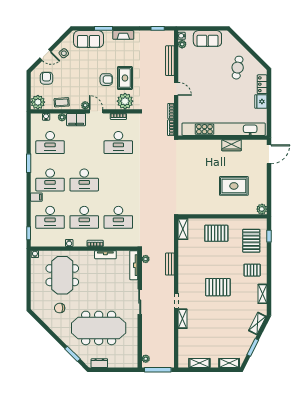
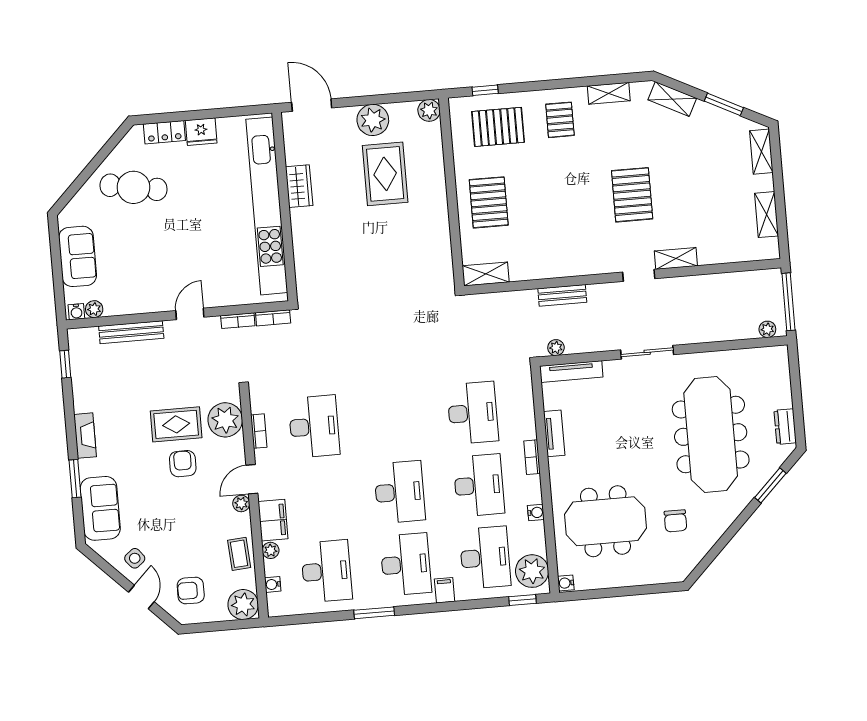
cafe table: (238, 68) -> (133, 187), width x1.37, depth x1.35
plant: (260, 182) -> (373, 120), added
plant: (42, 239) -> (532, 571), added
pallet: (218, 287) -> (632, 195), moved

